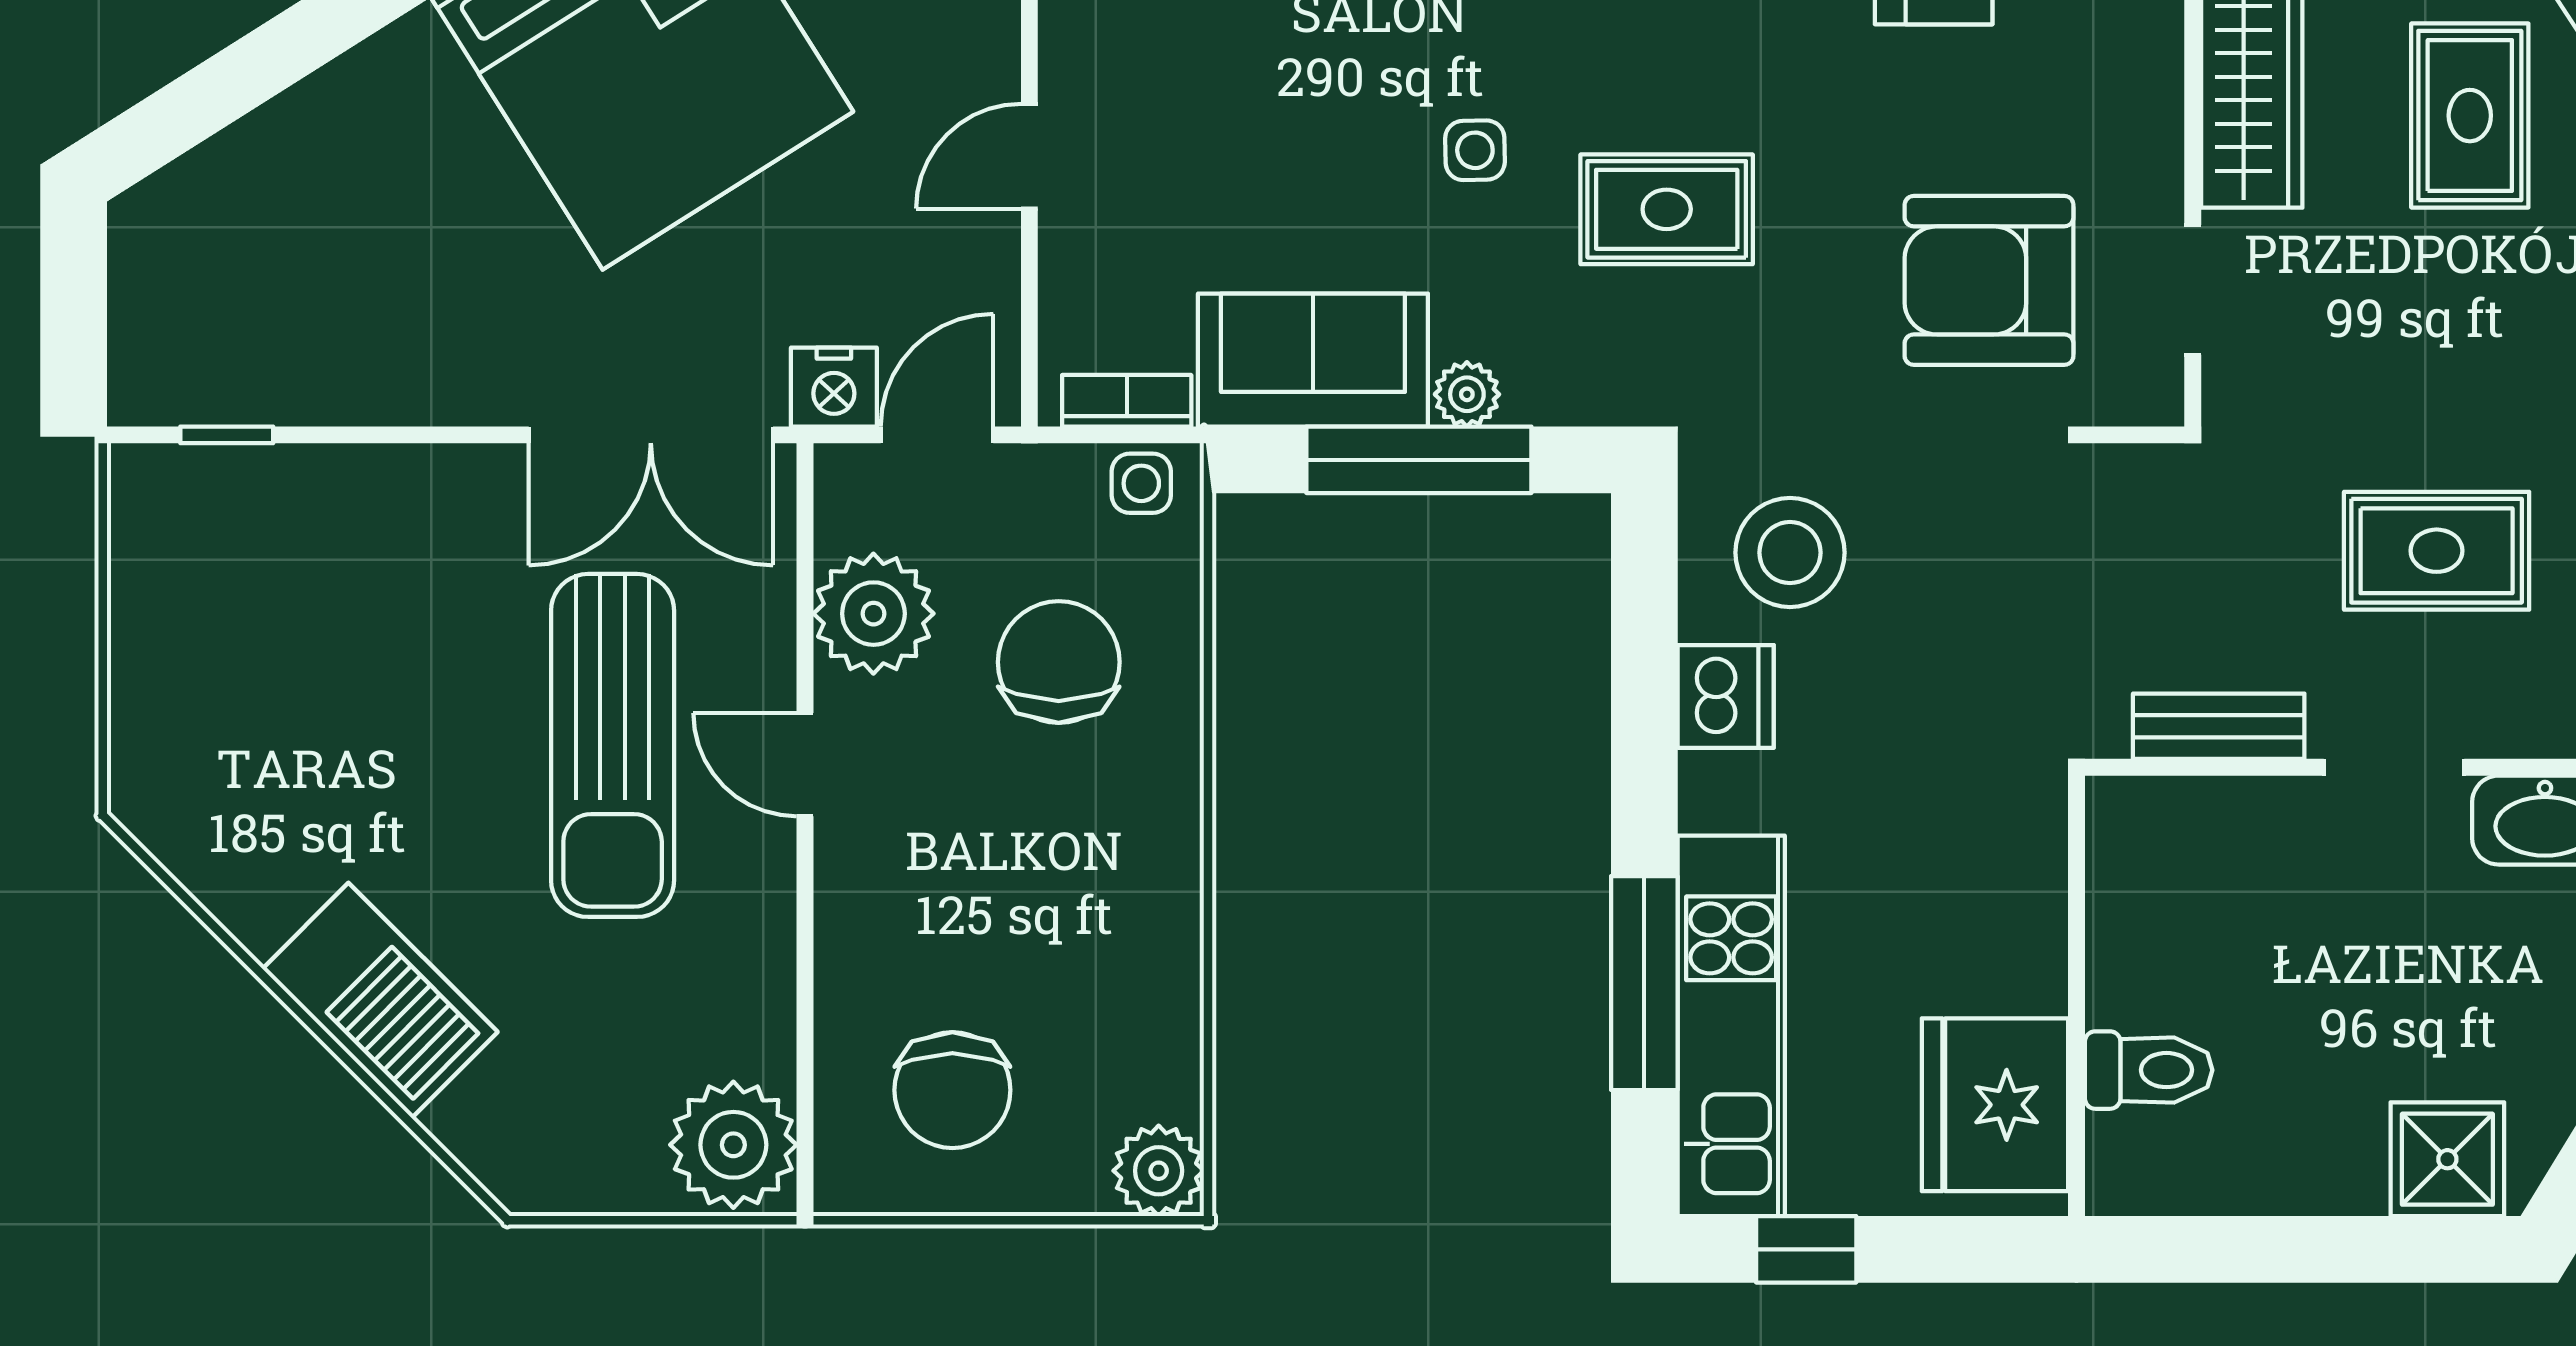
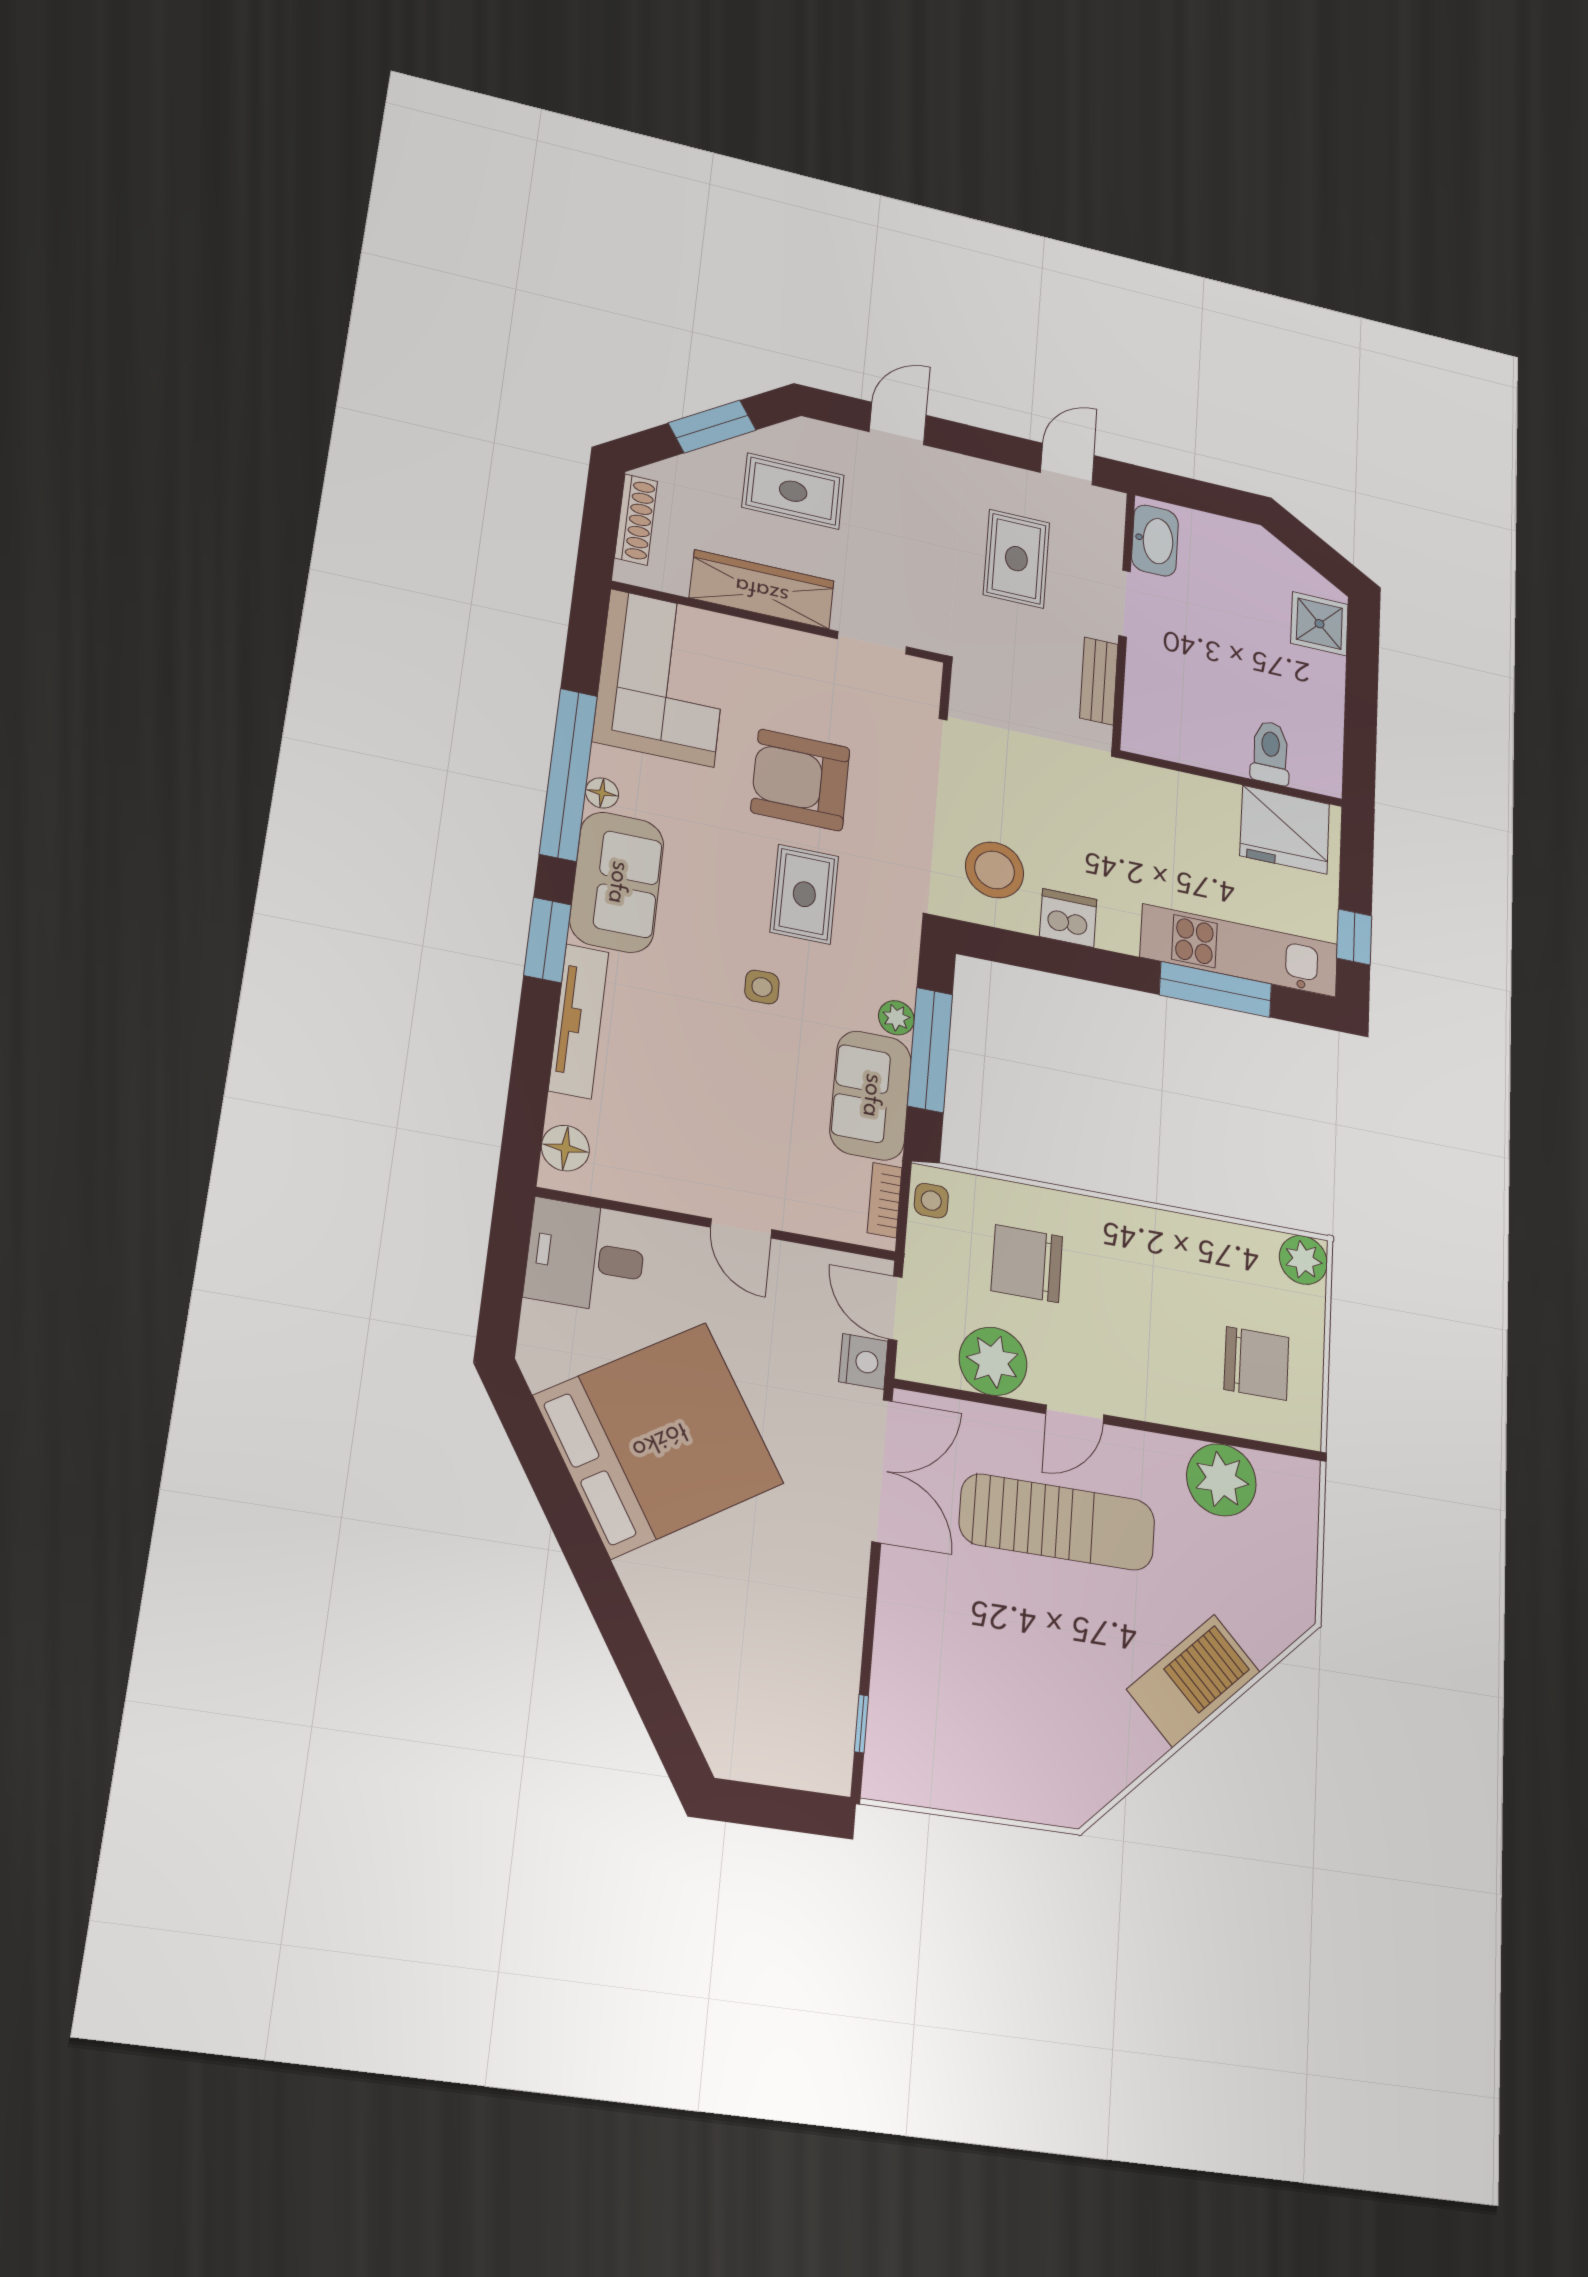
armchair: (1989, 280) -> (800, 780), moved, turned 90
plant: (733, 1145) -> (1221, 1480), moved

